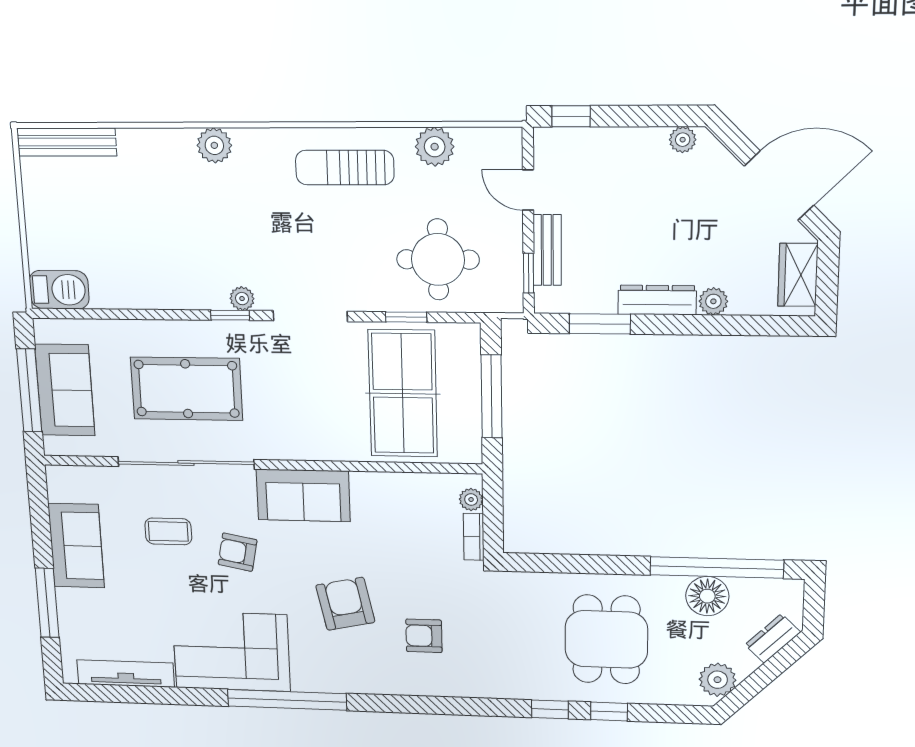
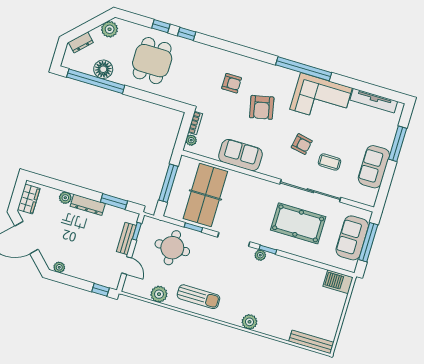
sofa: (303, 495) -> (240, 155), moved

